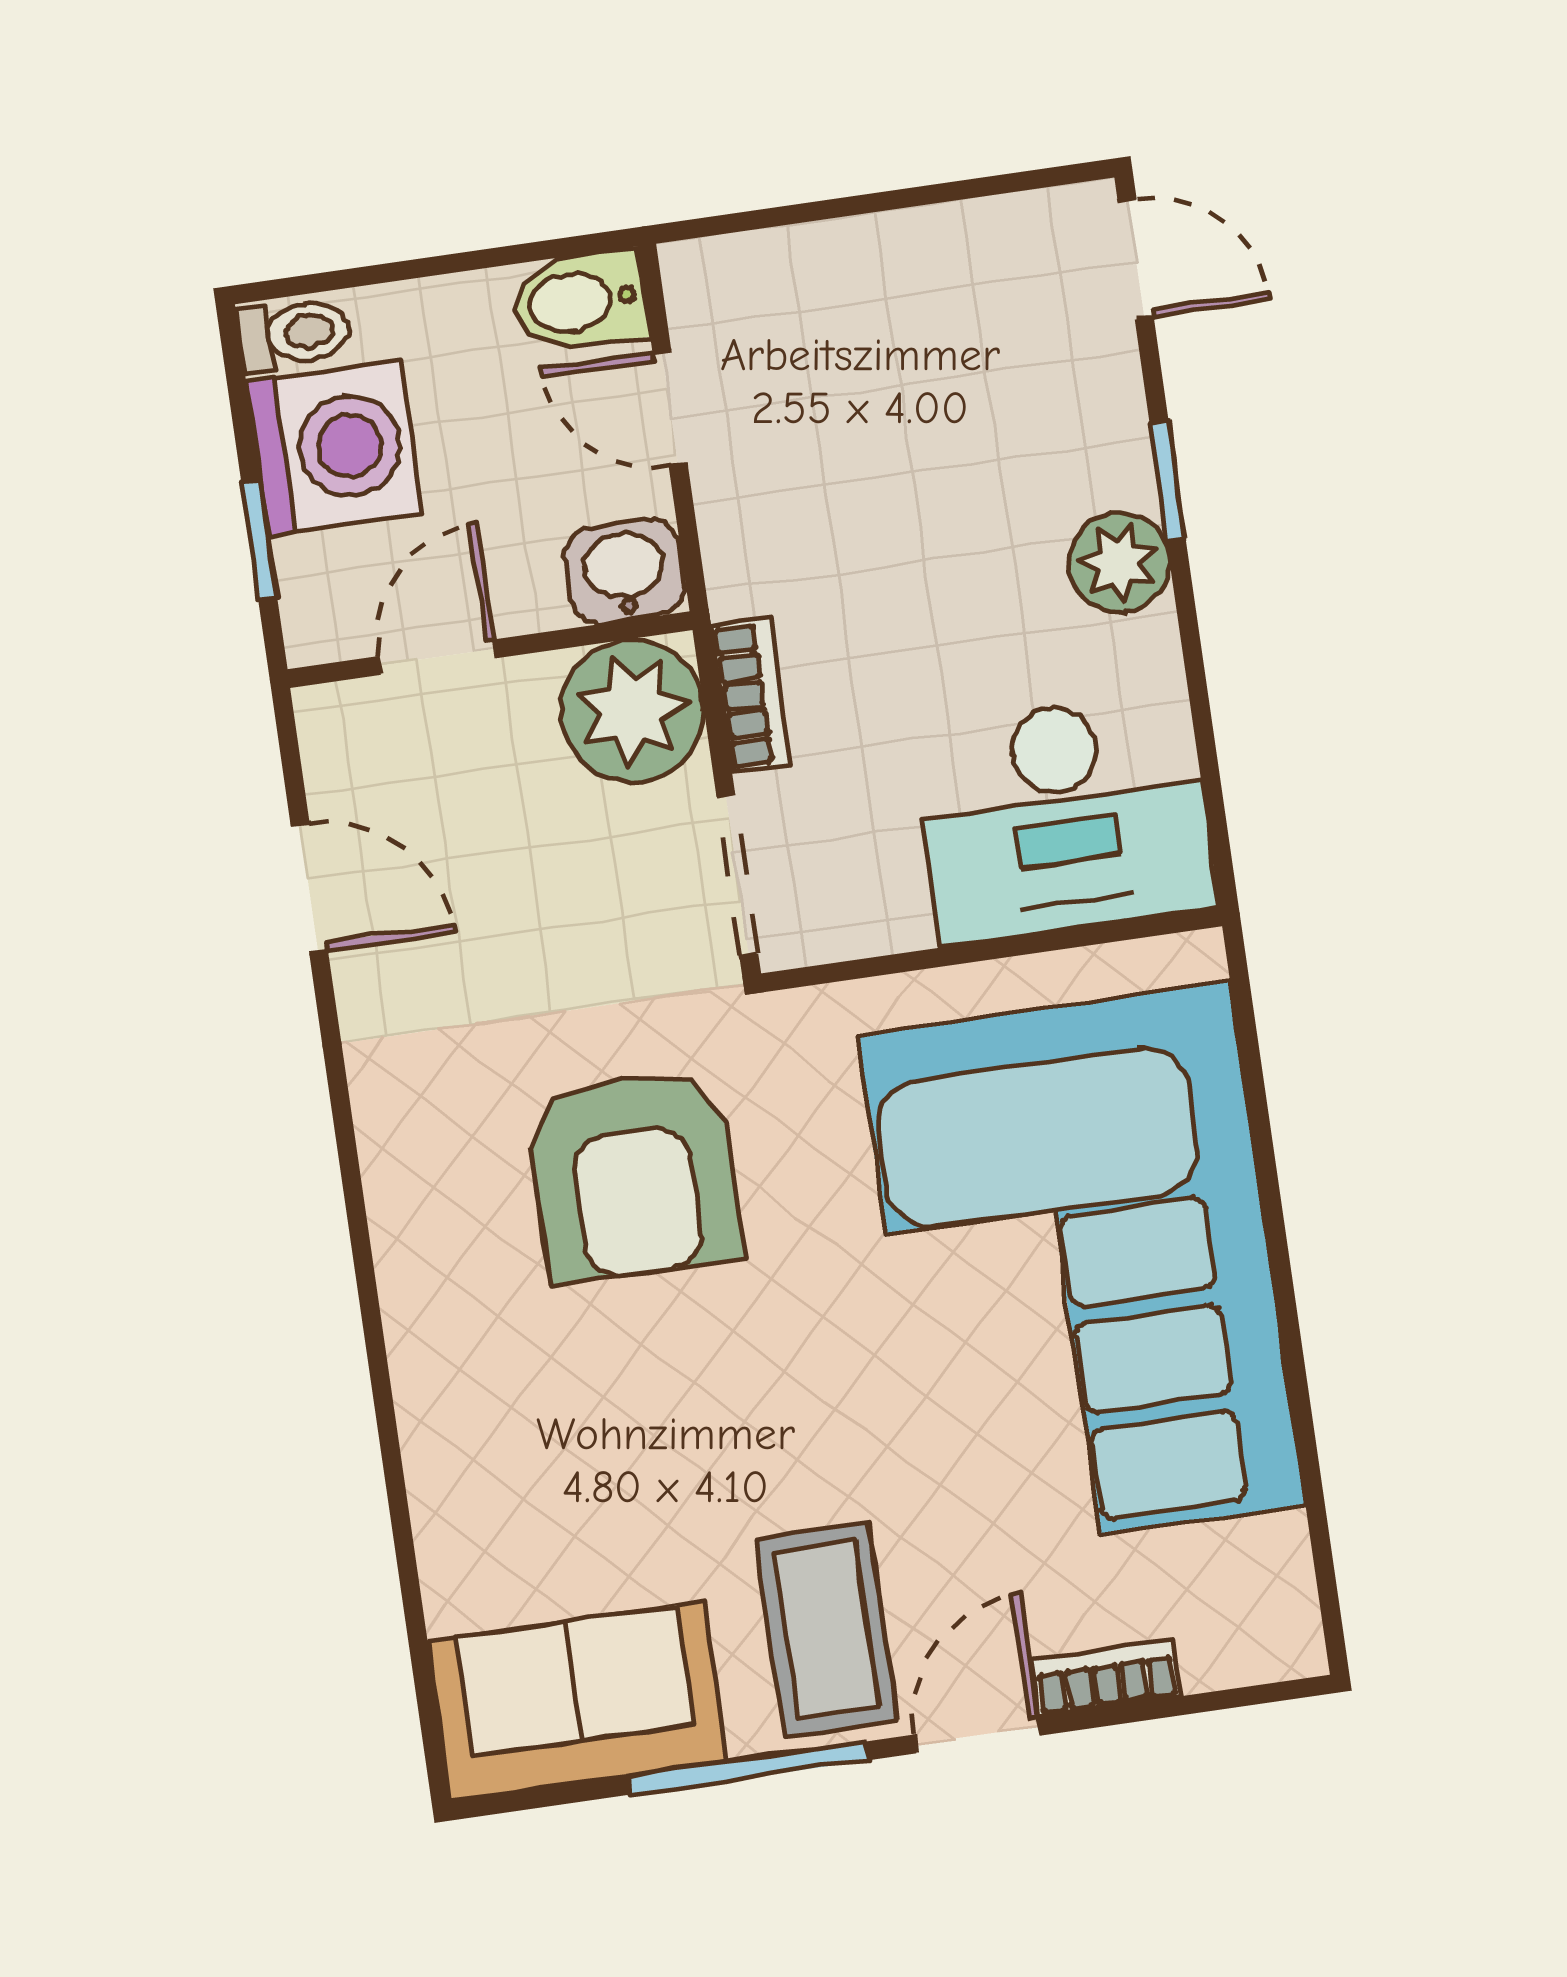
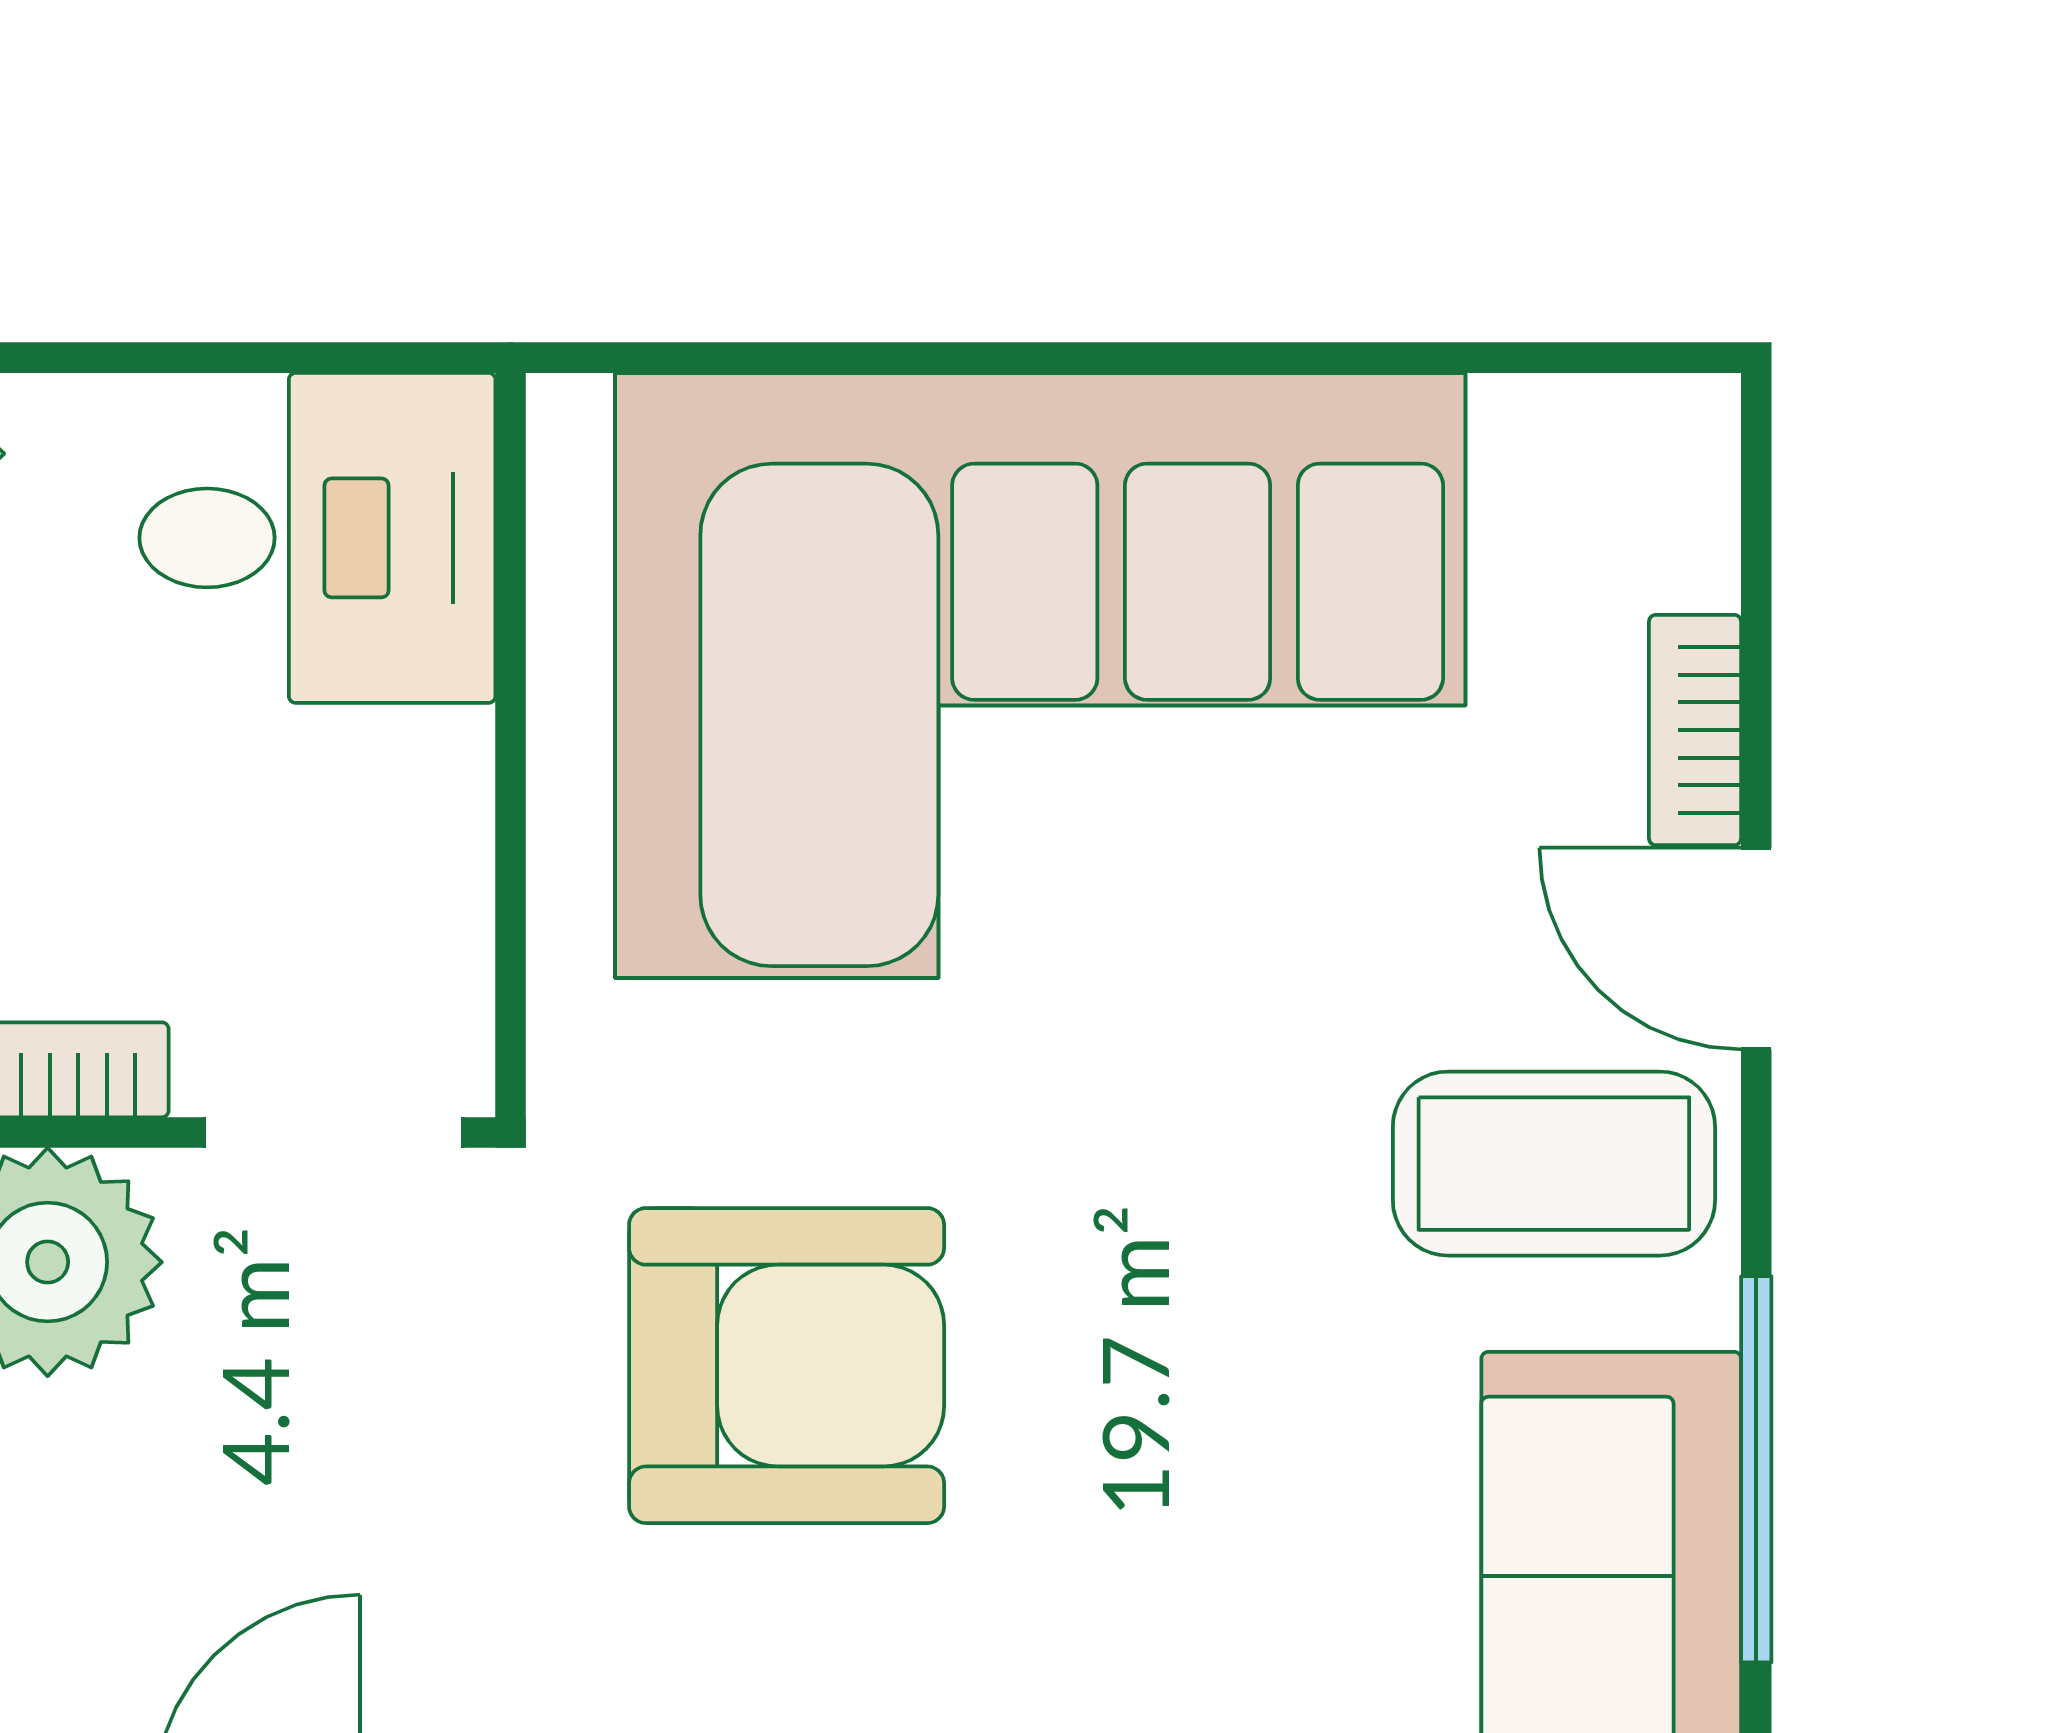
desk: (1064, 818) -> (317, 538), width x0.73
window: (748, 1768) -> (1756, 1469), moved

